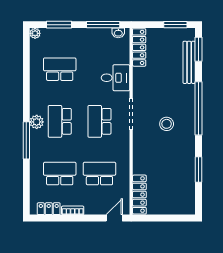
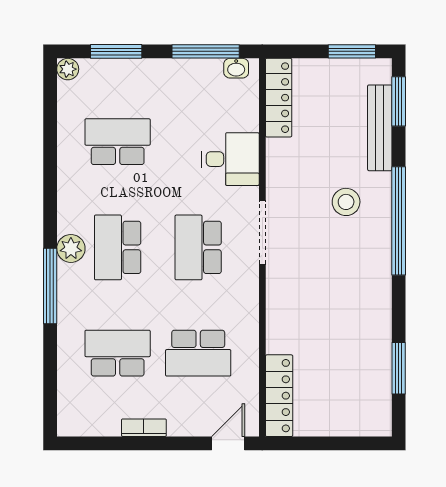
stool: (167, 124) -> (346, 202), moved
window: (198, 170) -> (399, 368), moved
school desk: (99, 174) -> (198, 353), turned 180
locker: (49, 209) -> (95, 424), removed

